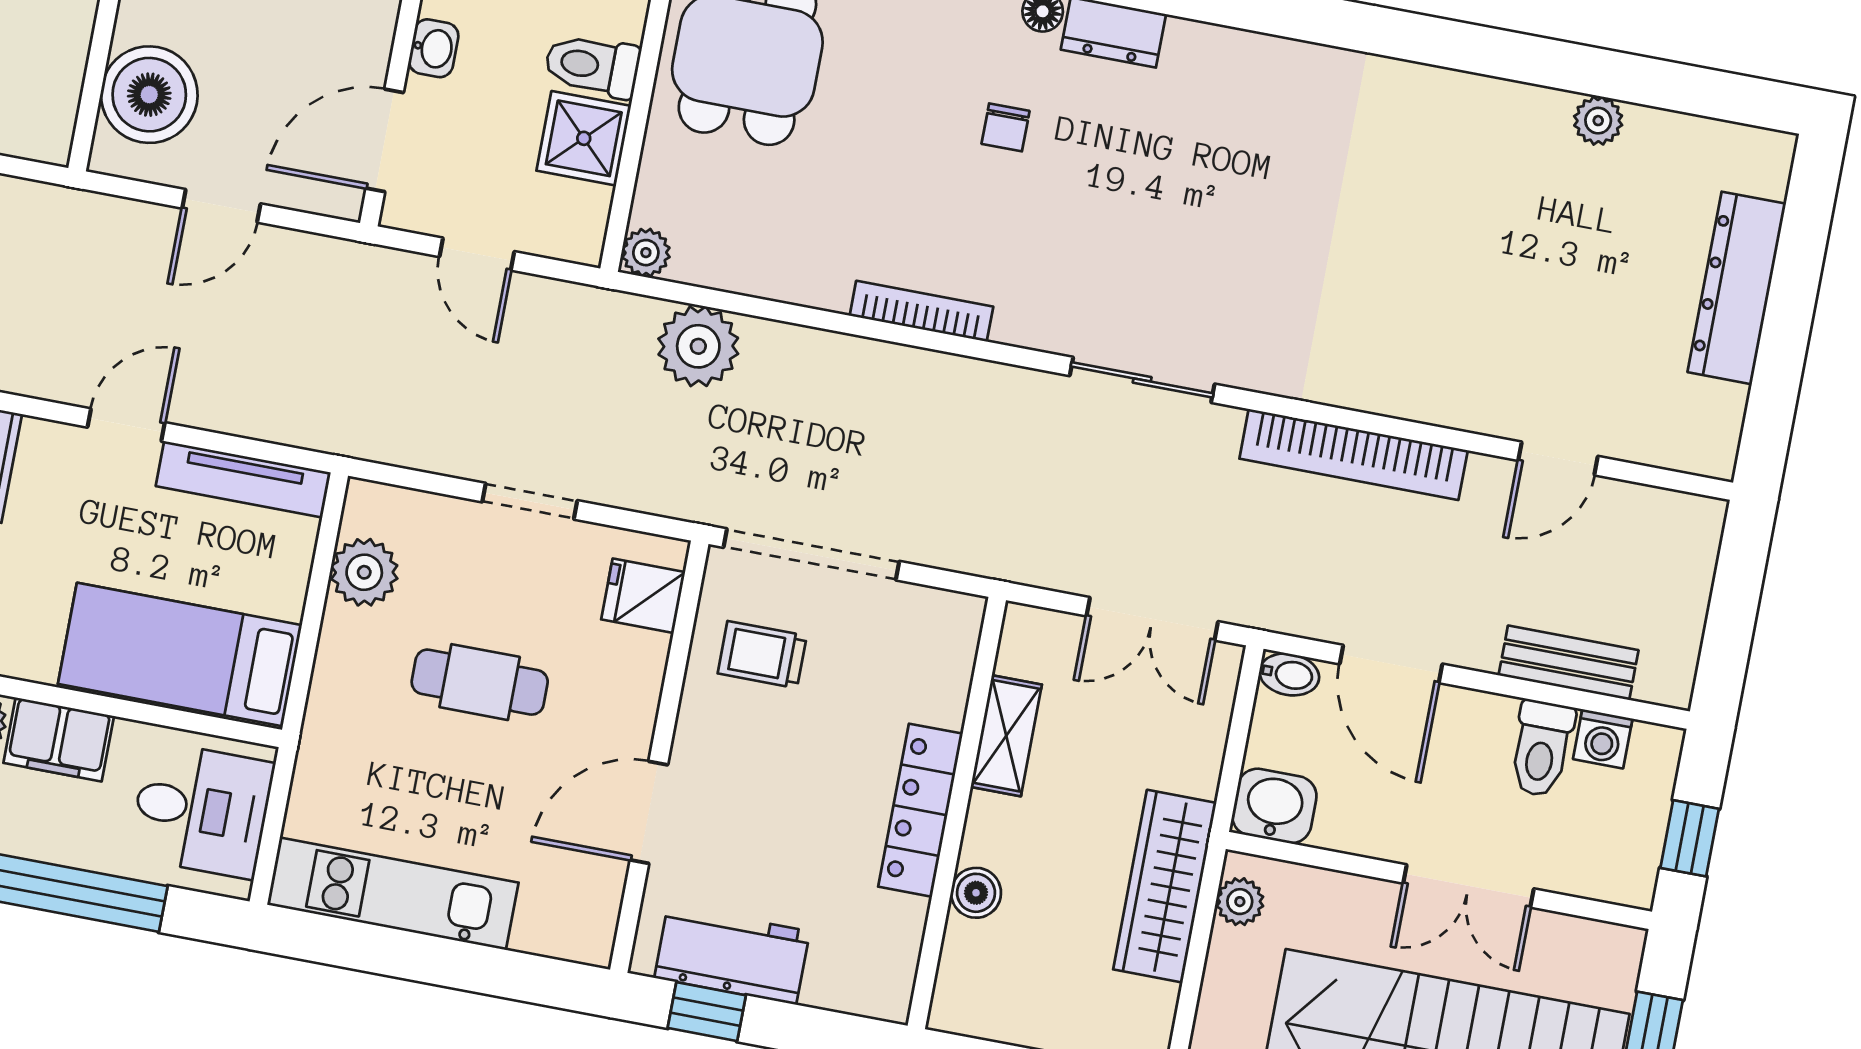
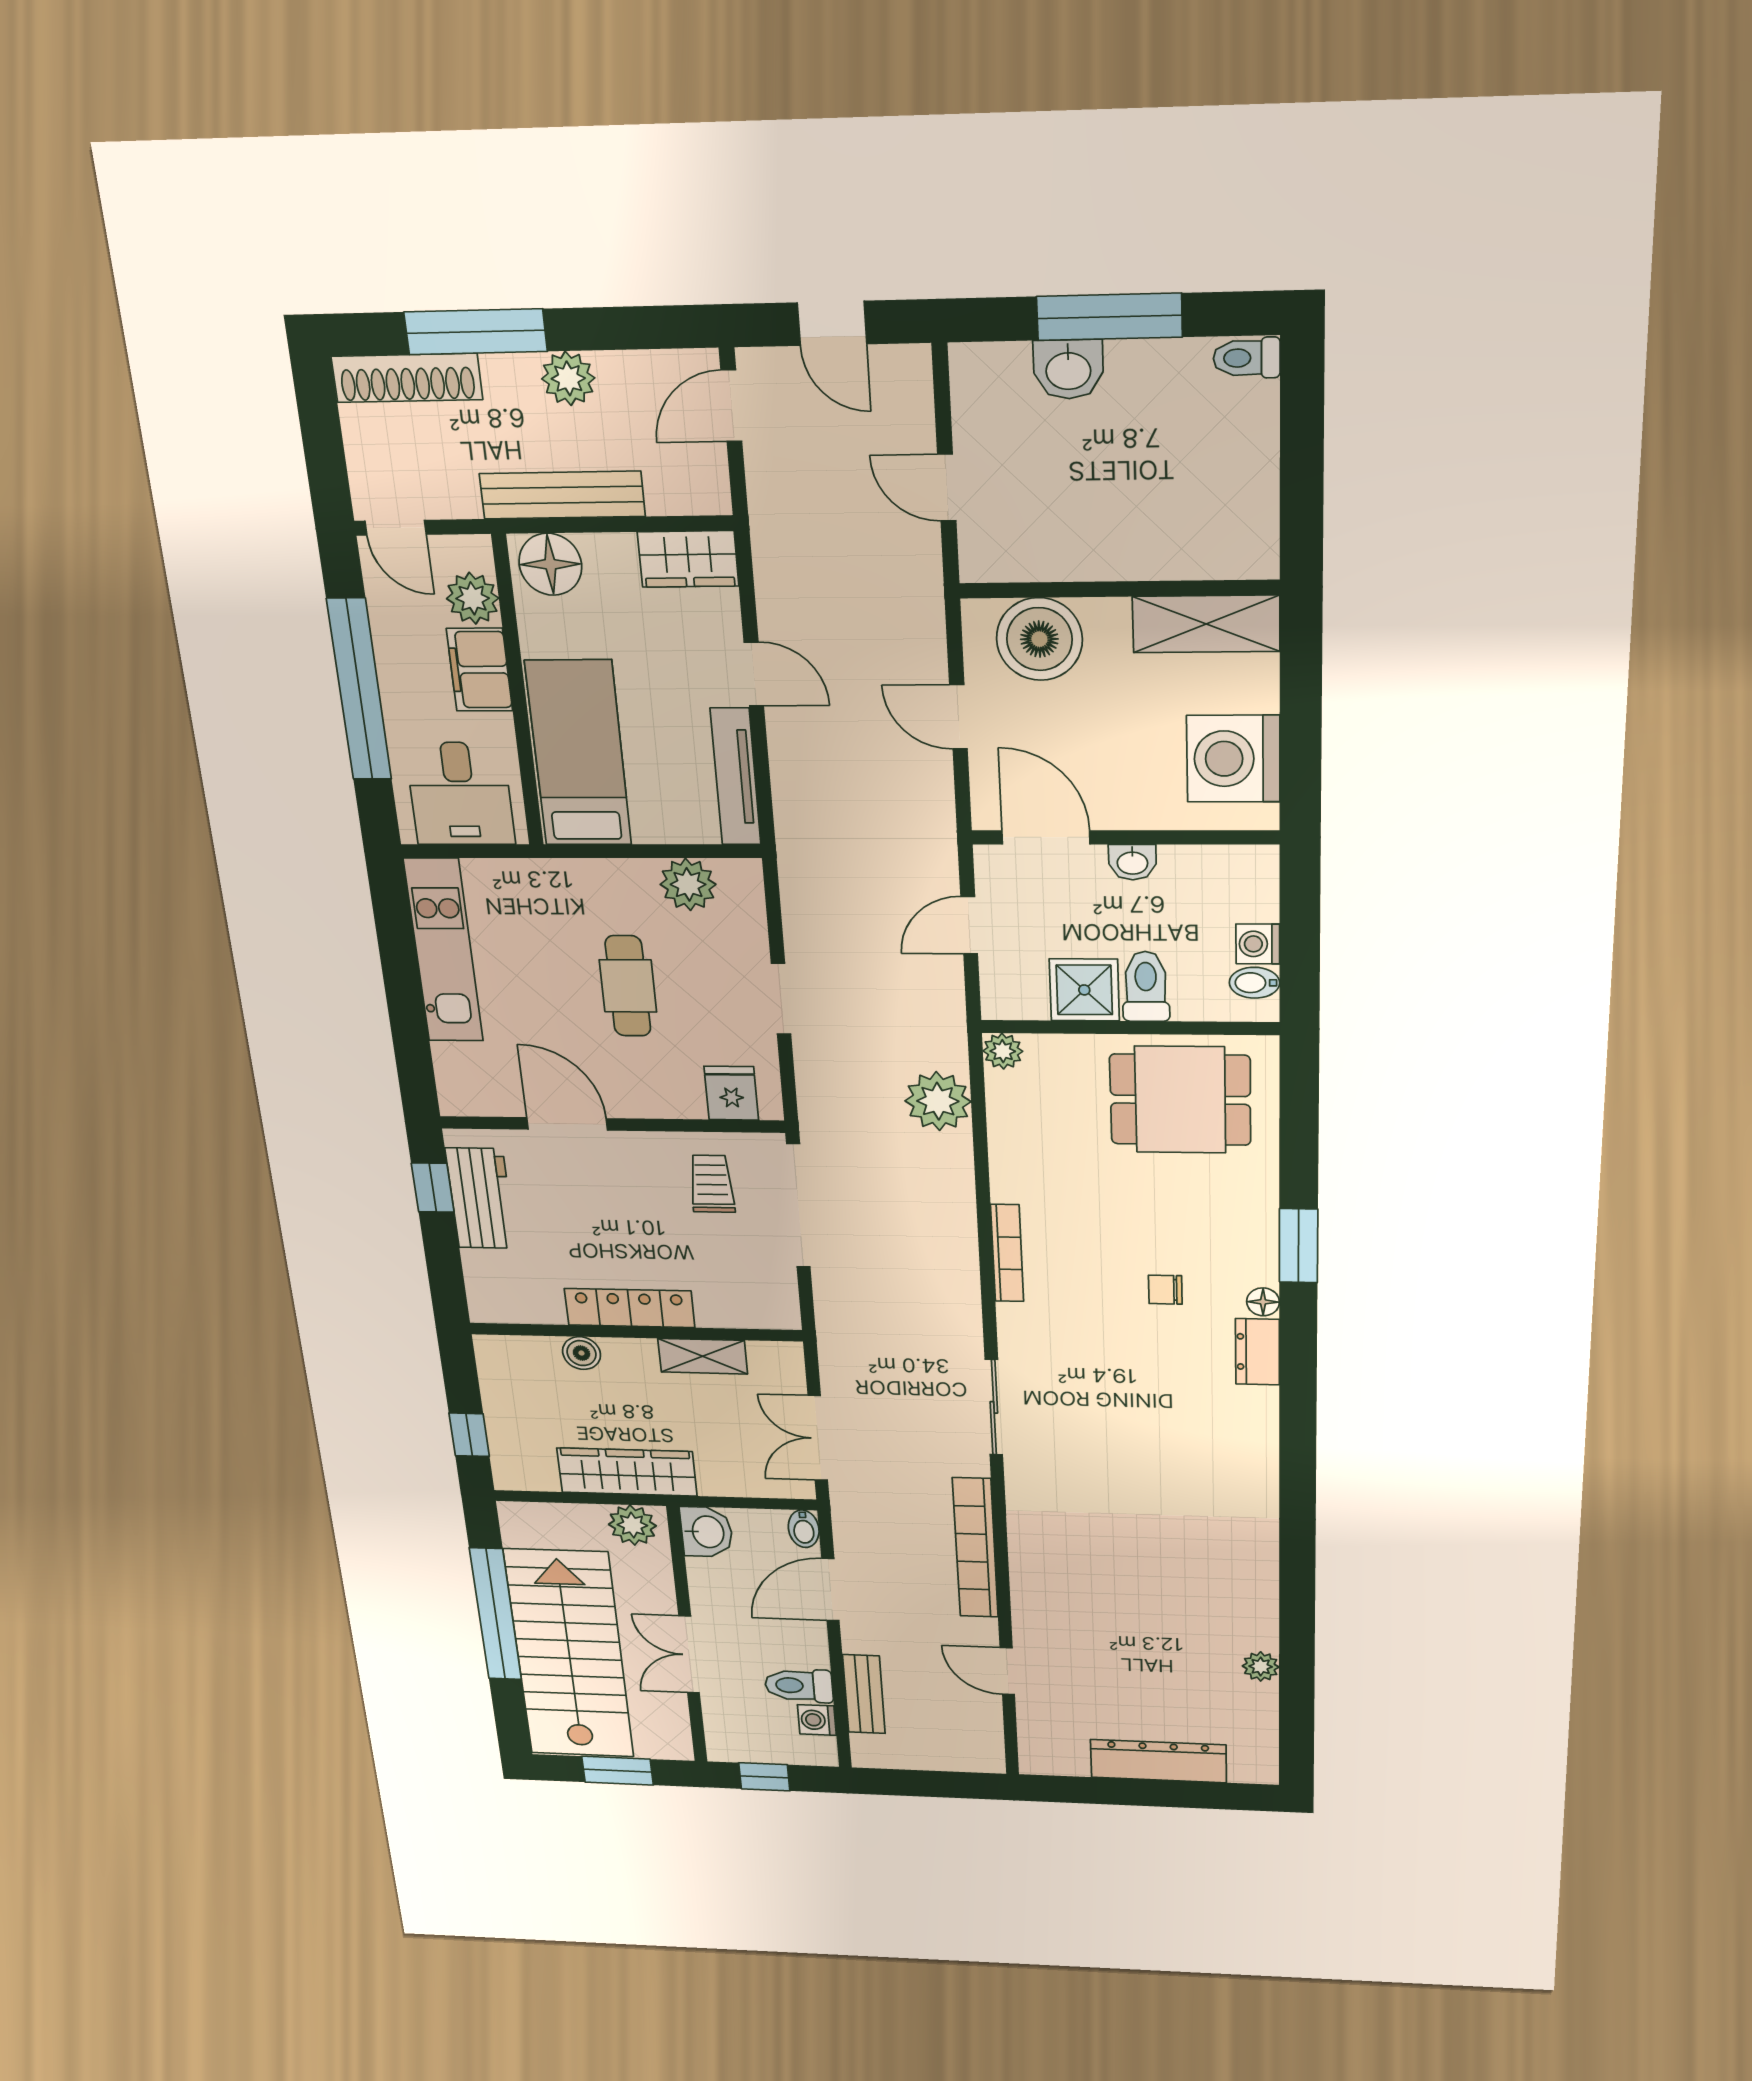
plant: (1240, 902) -> (632, 1525), width x1.38, depth x1.38

